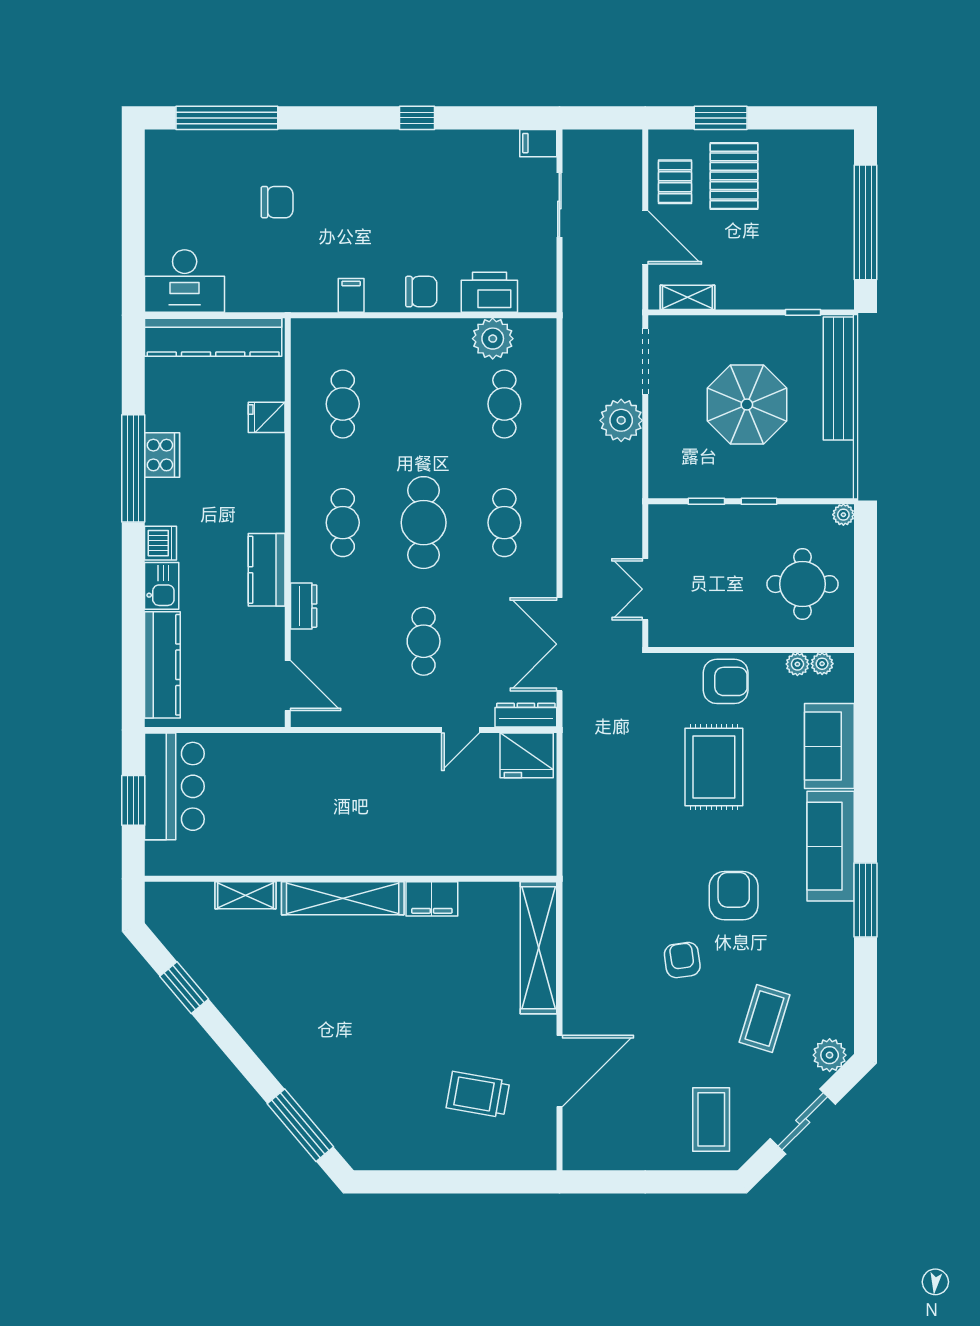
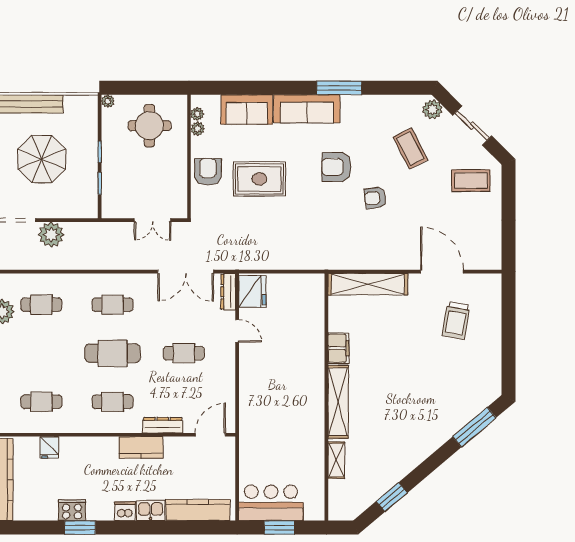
window: (133, 468) -> (80, 528), width x0.47
dresser: (304, 606) -> (163, 425), width x1.44
coffee table: (765, 1019) -> (410, 148), turned 46

